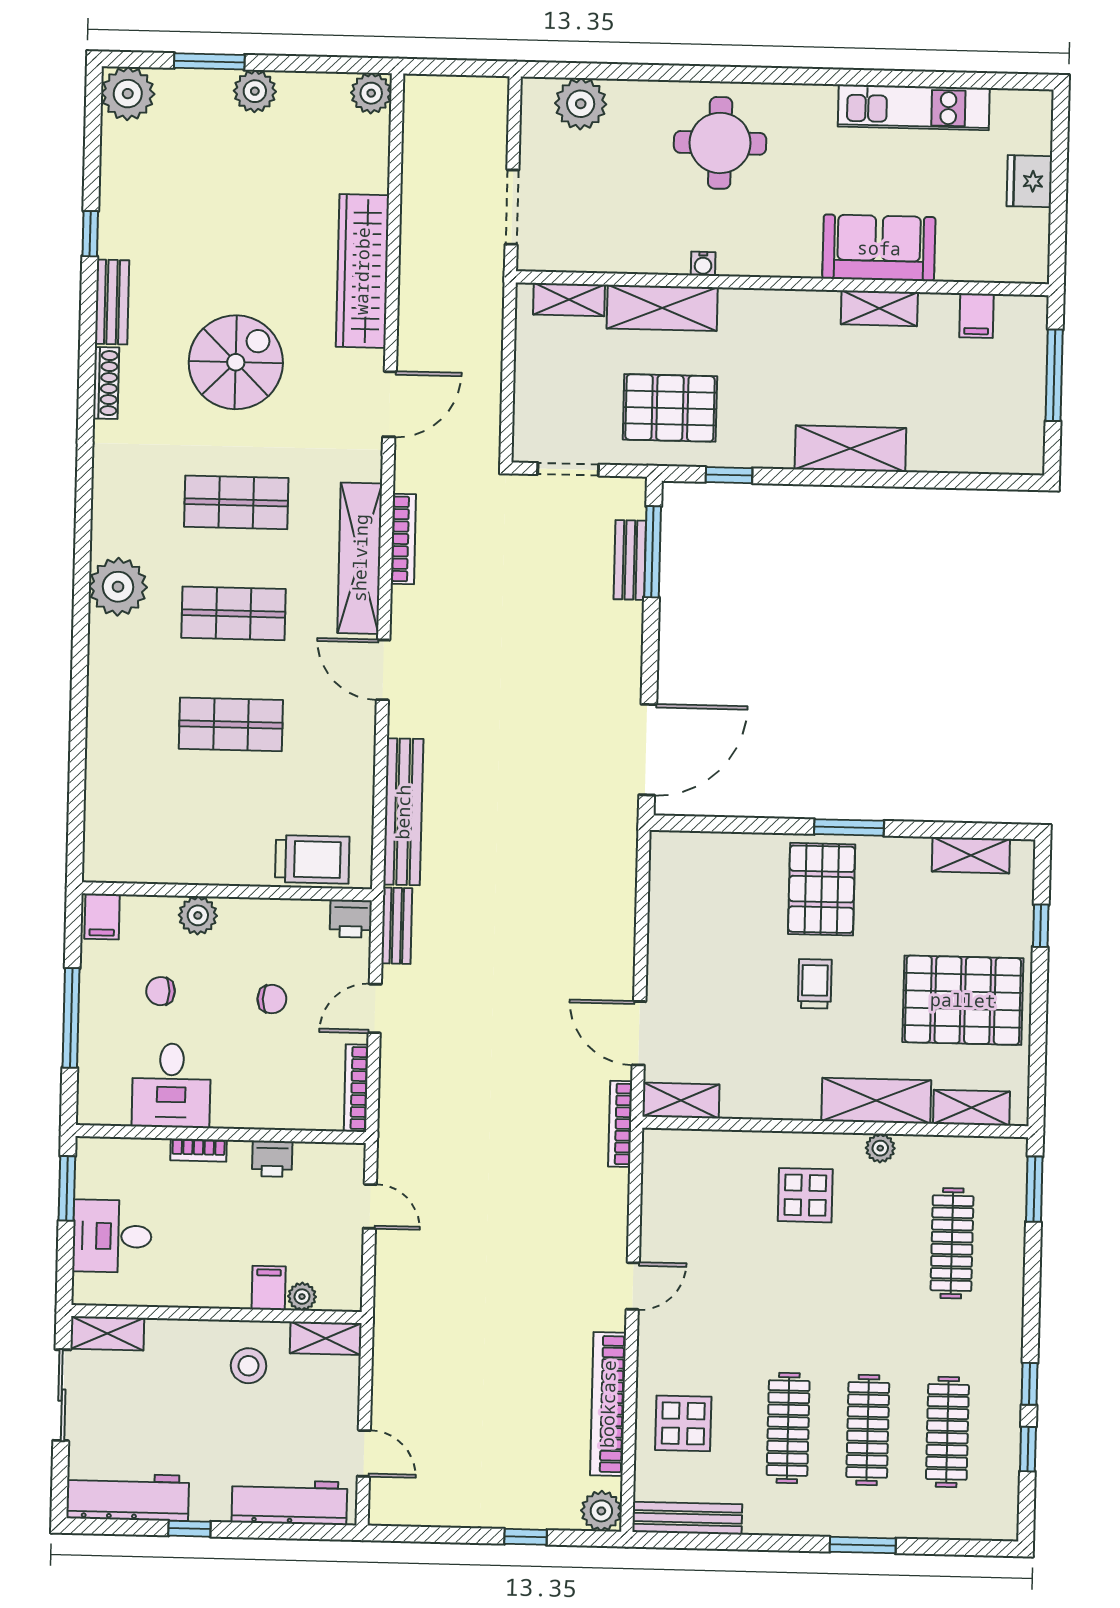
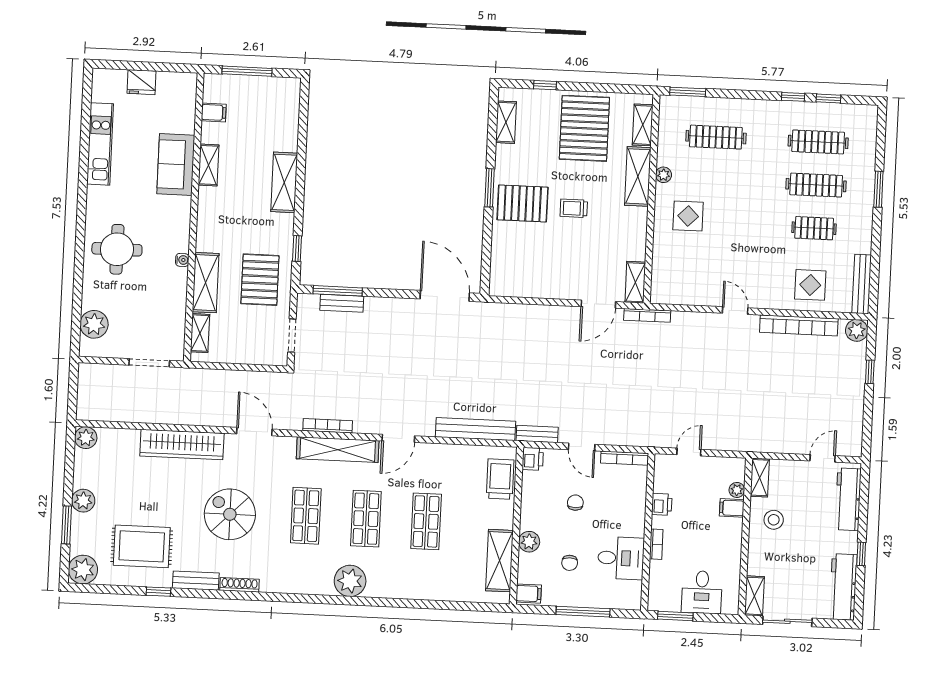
rug: (173, 201) -> (142, 546), added
shelving: (162, 861) -> (499, 561), added
clothes rail: (788, 1428) -> (814, 228), width x0.73

